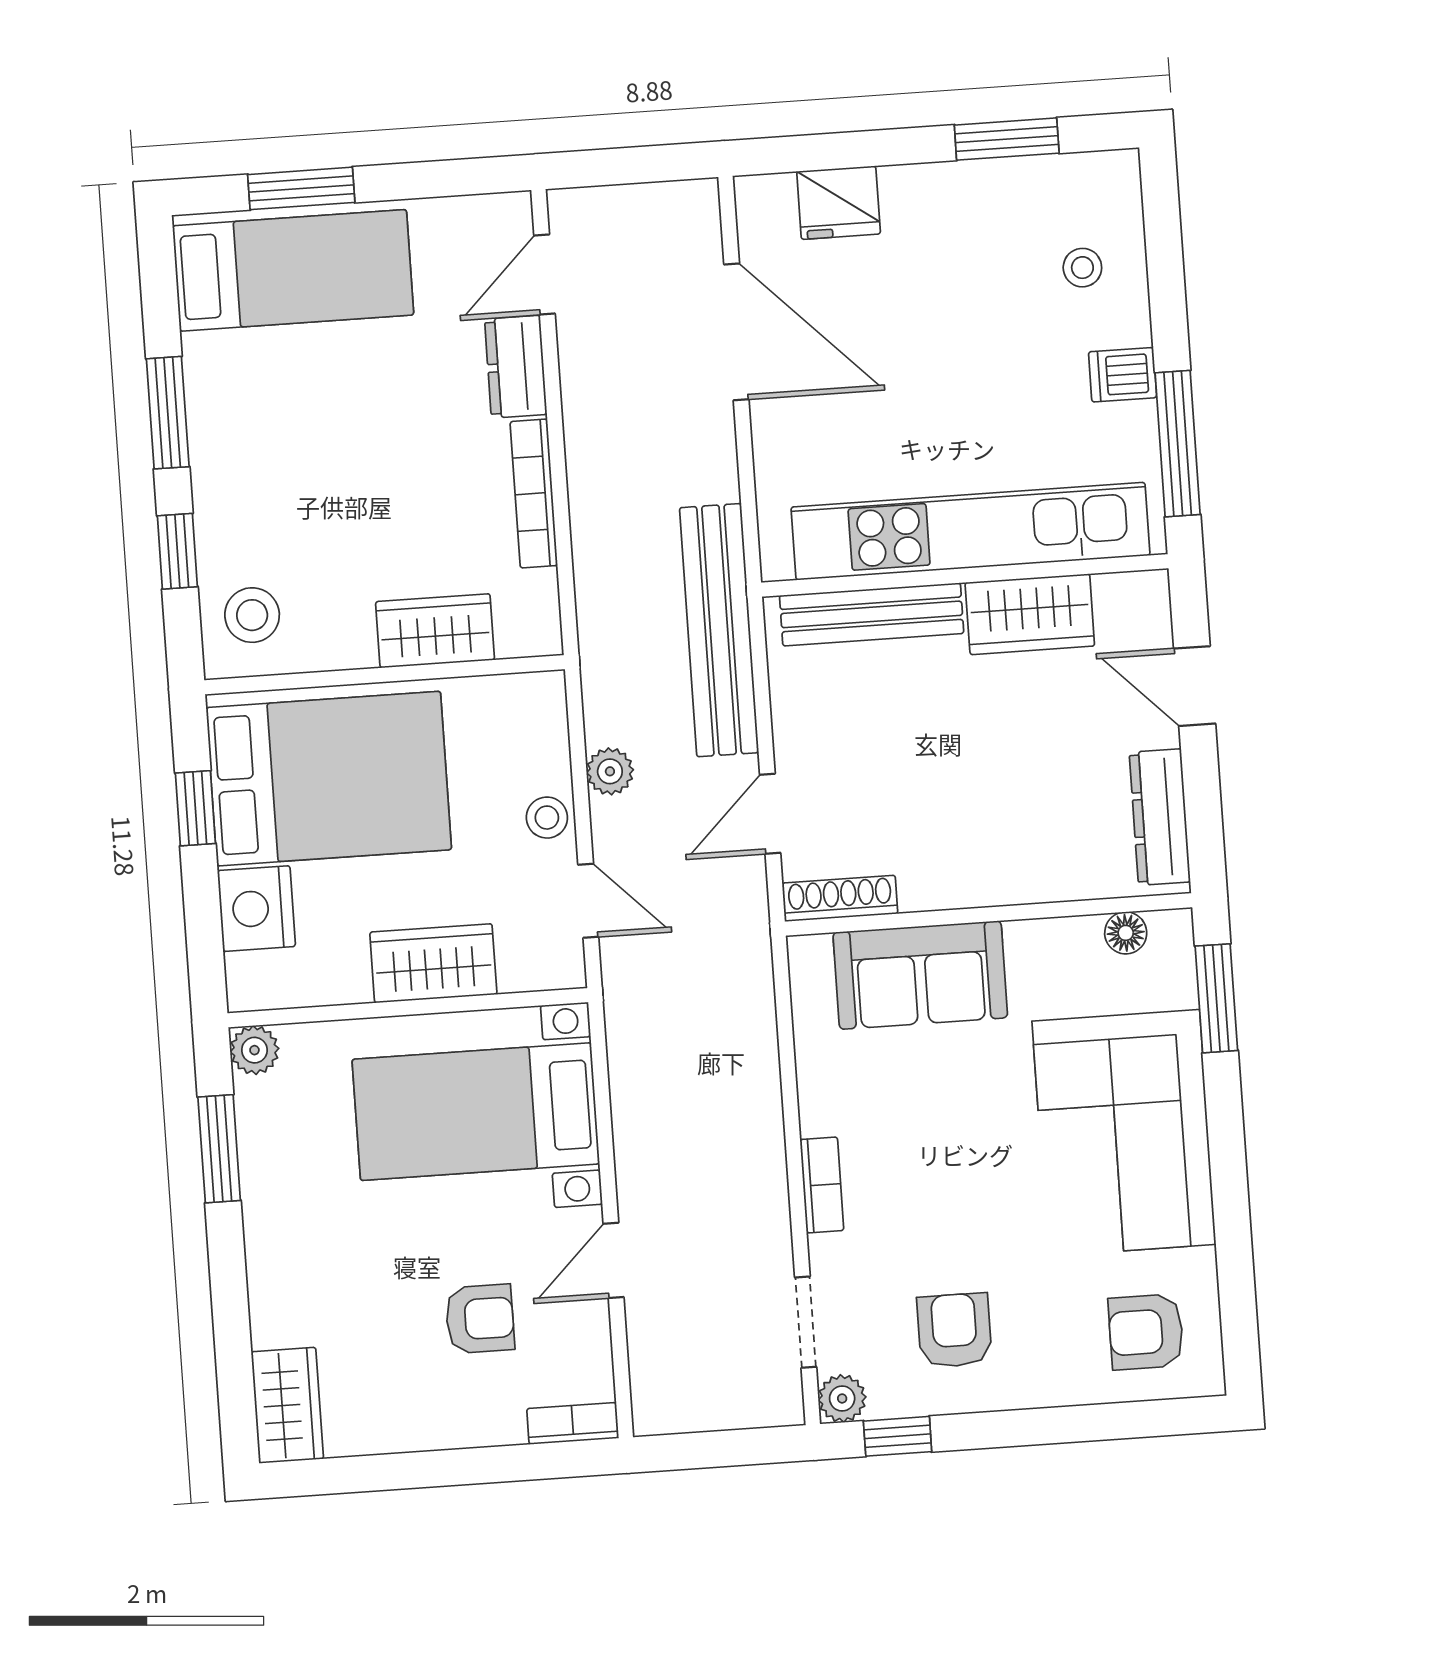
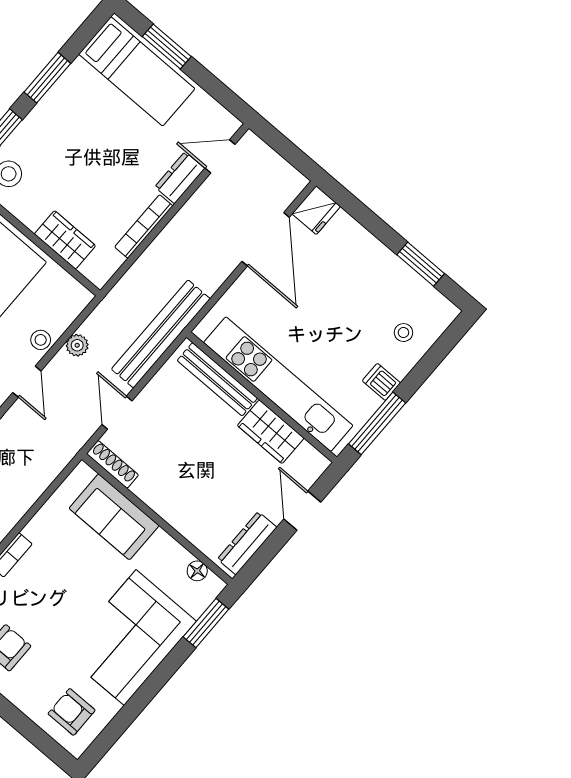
fridge: (839, 203) -> (316, 210), moved, turned -90
door: (770, 814) -> (117, 413), hinge flipped

